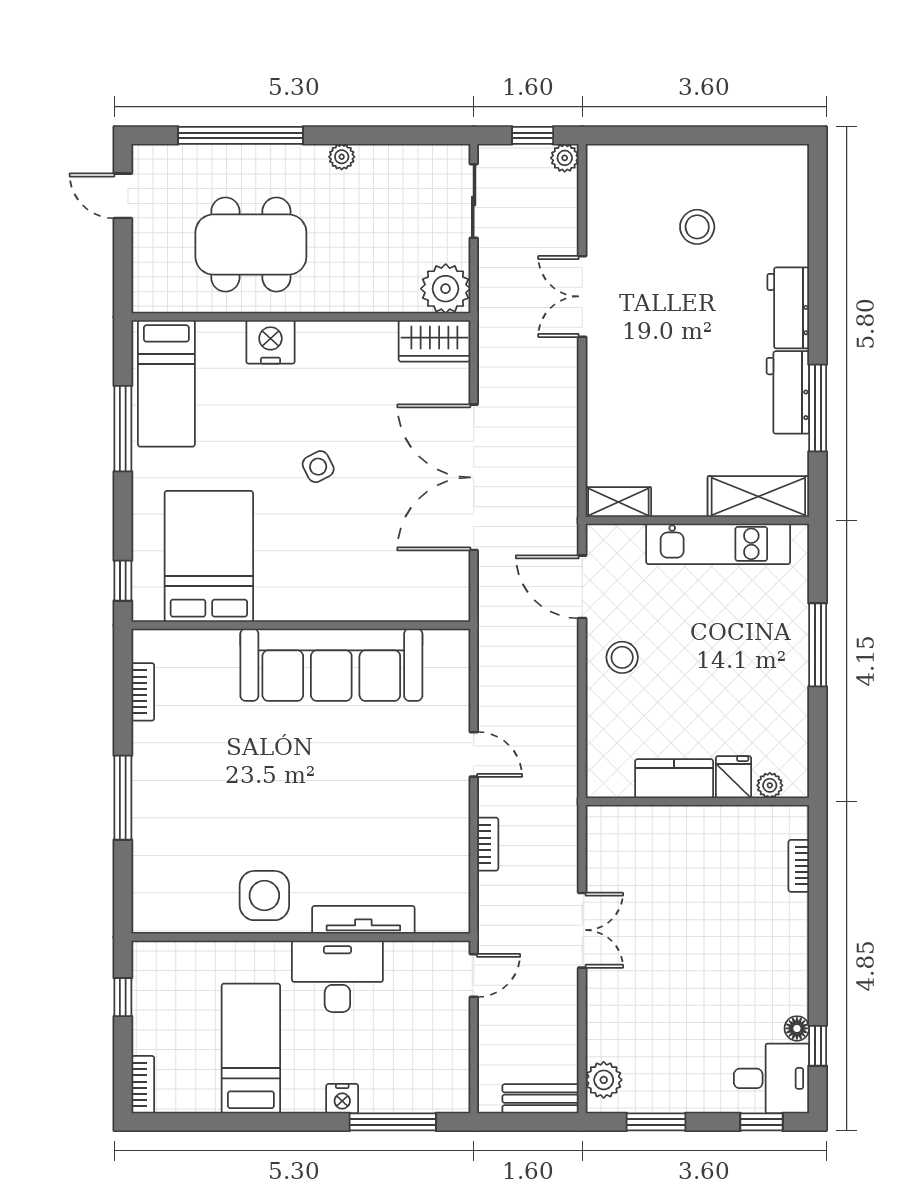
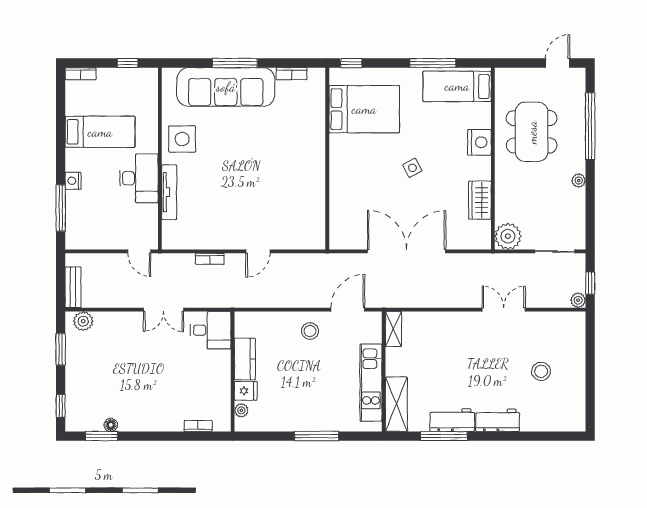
wardrobe: (434, 341) -> (480, 200), moved
sofa: (331, 665) -> (226, 87), moved, turned -90
window: (818, 1046) -> (101, 436), width x1.50
desk: (772, 1078) -> (211, 330), moved, turned -90

